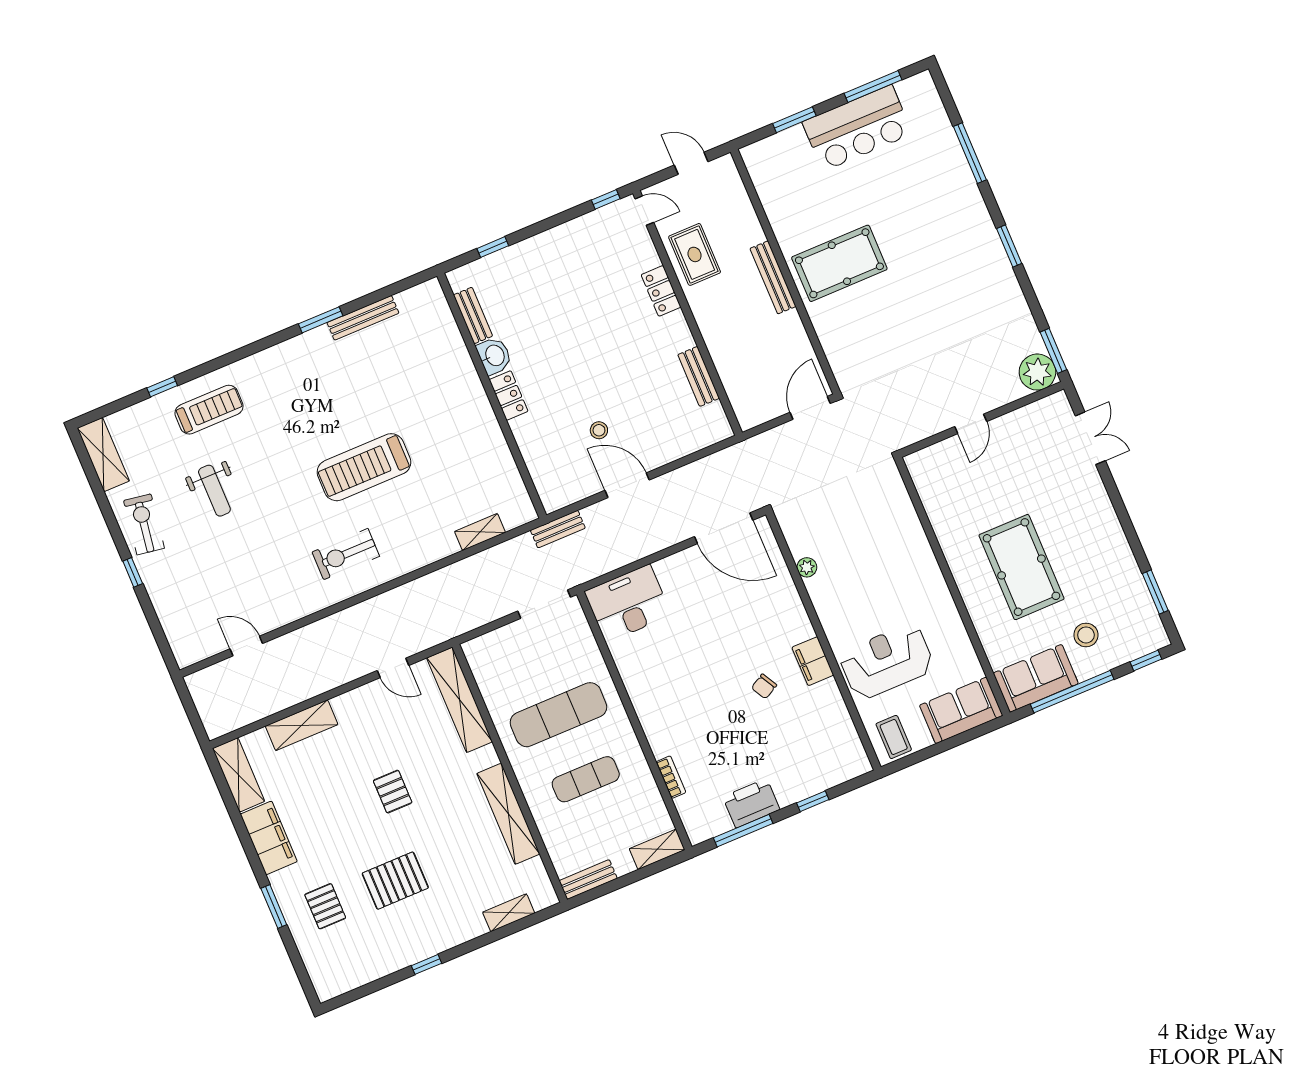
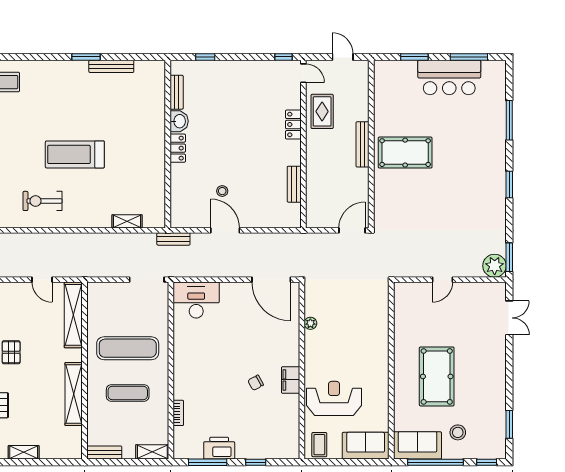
shelving: (509, 913) -> (24, 452), moved

